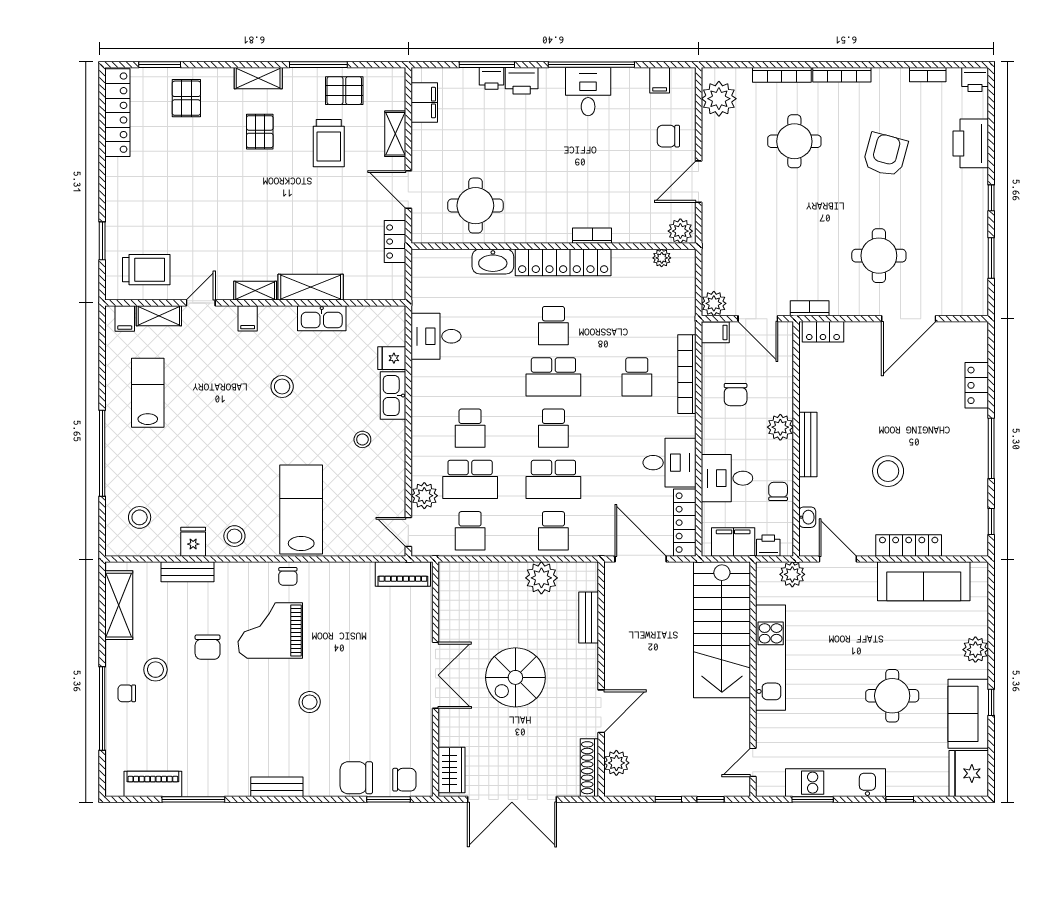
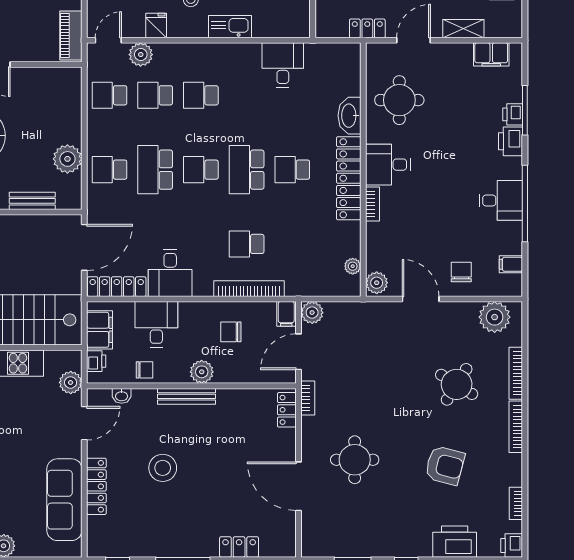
round table: (794, 141) -> (457, 384), turned 32
desk: (548, 218) -> (388, 165), added
fridge: (392, 358) -> (156, 26), moved
school desk: (470, 479) -> (155, 95), width x0.54

